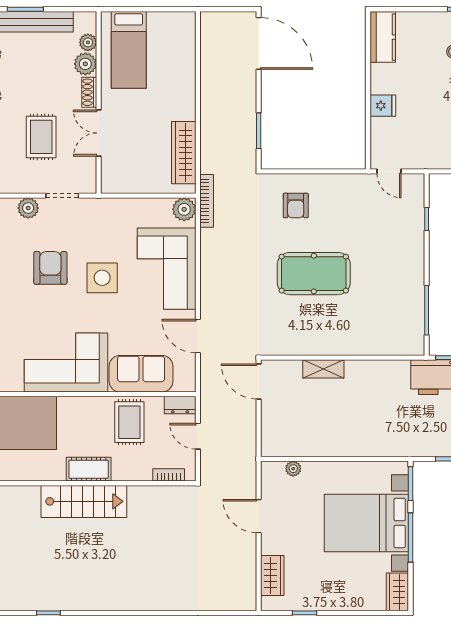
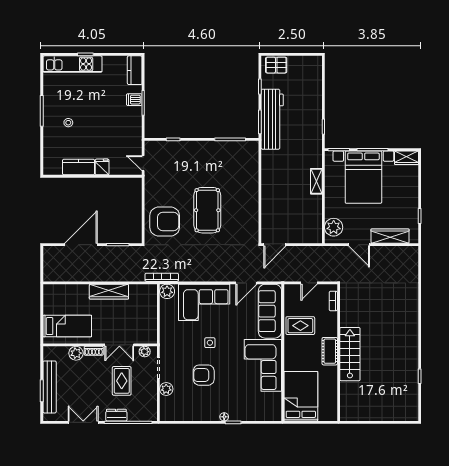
kitchen counter: (383, 37) -> (79, 167), moved
plant: (88, 42) -> (145, 352), moved
door: (259, 43) -> (81, 245), moved
rug: (41, 137) -> (122, 381), turned 90
wardrobe: (184, 153) -> (109, 292), moved
door: (389, 171) -> (143, 163), swing flipped
armchair: (296, 205) -> (165, 221), width x1.88, depth x1.88
side table: (102, 278) -> (210, 343), width x0.54, depth x0.54
shelving: (323, 369) -> (316, 181), moved
sofa: (141, 374) -> (270, 311), width x1.36
dresser: (180, 405) -> (290, 294), removed
plant: (293, 469) -> (334, 227), width x1.88, depth x1.88
door: (259, 516) -> (359, 245), hinge flipped
wardrobe: (272, 576) -> (390, 236), width x1.50

